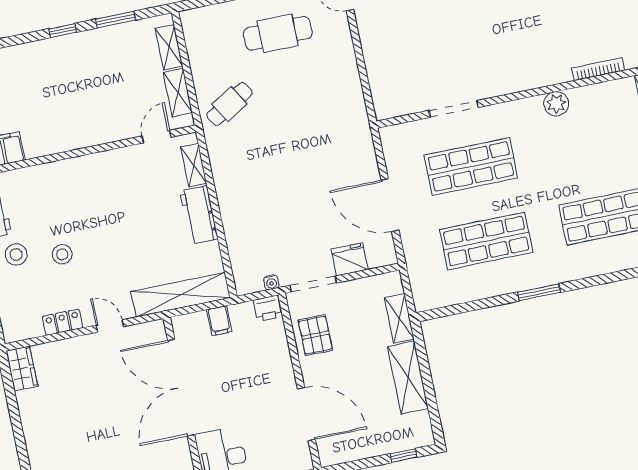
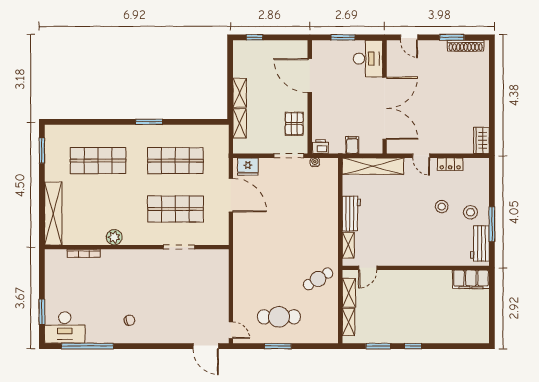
fridge: (350, 259) -> (248, 167), moved
shelving: (408, 377) -> (240, 93), width x0.67, depth x0.75

